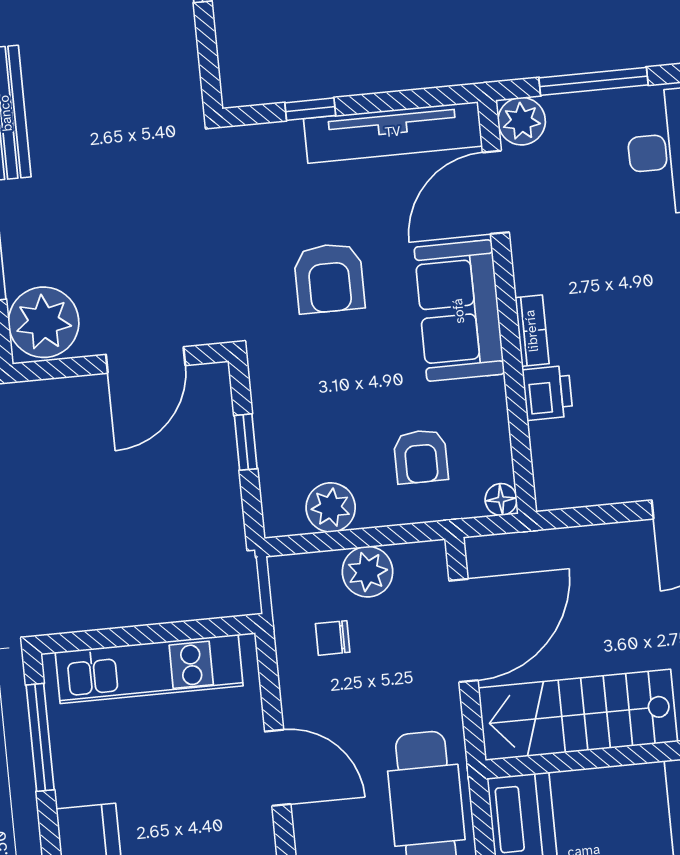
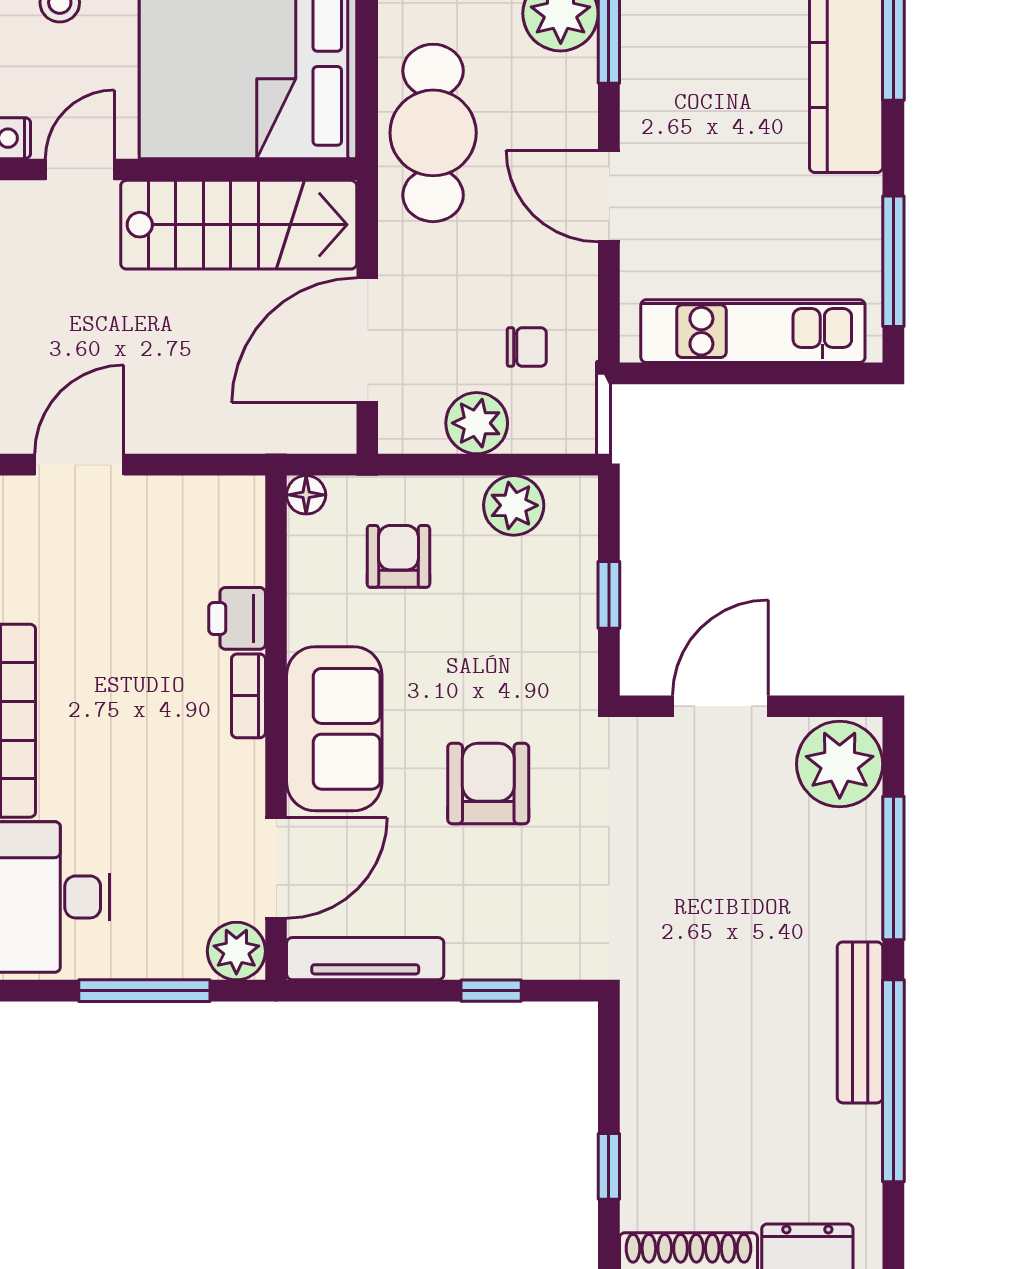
tv unit: (393, 132) -> (365, 959), width x0.73, depth x0.78

